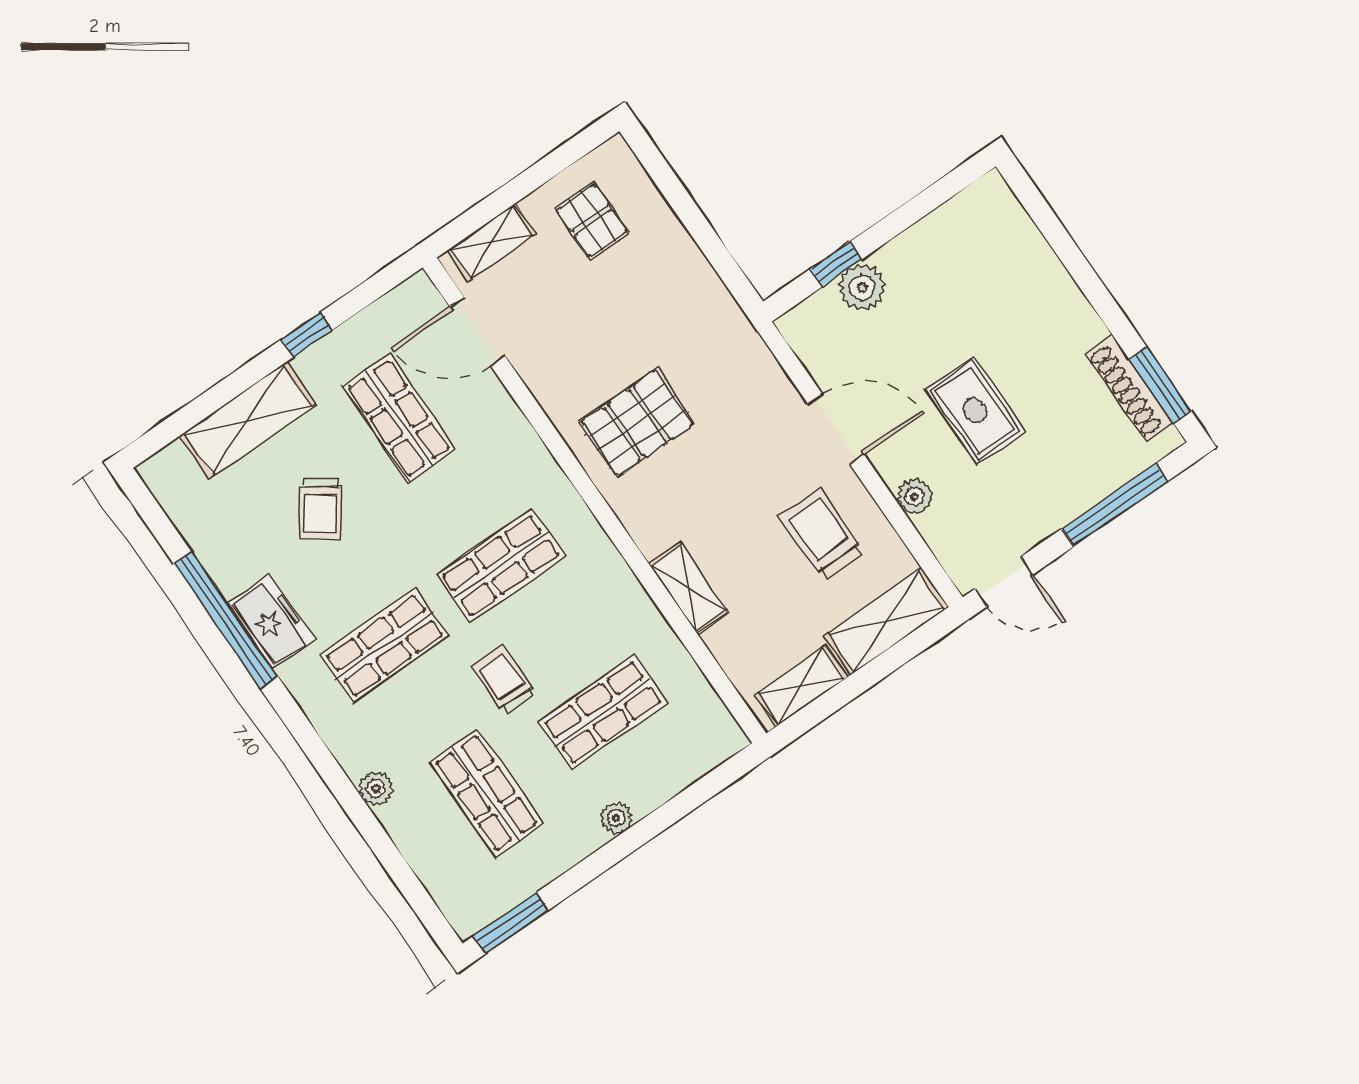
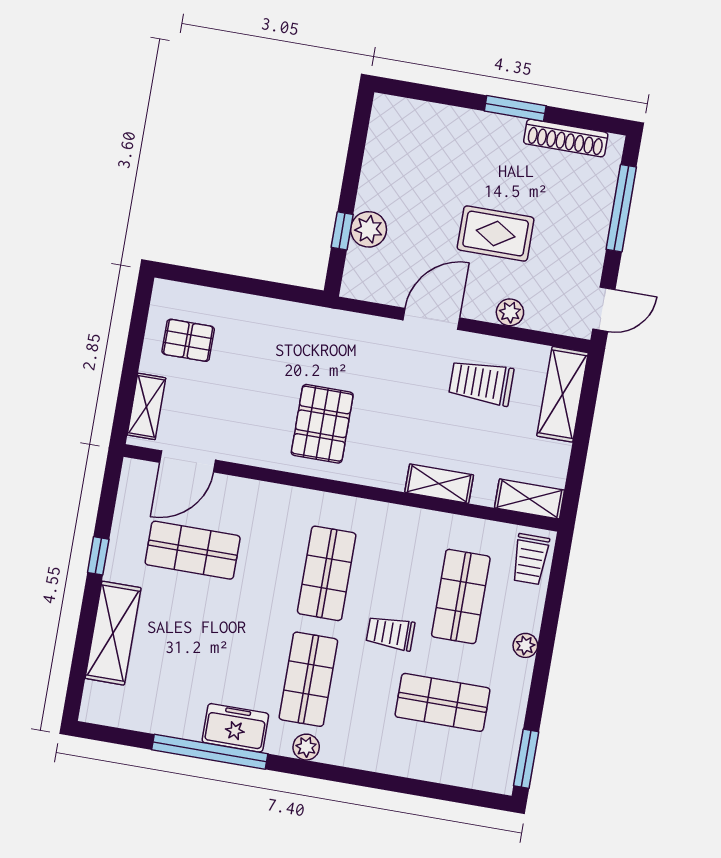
window: (1160, 385) -> (515, 108), moved
trolley: (320, 509) -> (530, 559), moved, turned 54
shelving: (801, 686) -> (530, 499), moved, turned 90
plant: (376, 788) -> (306, 747), moved

